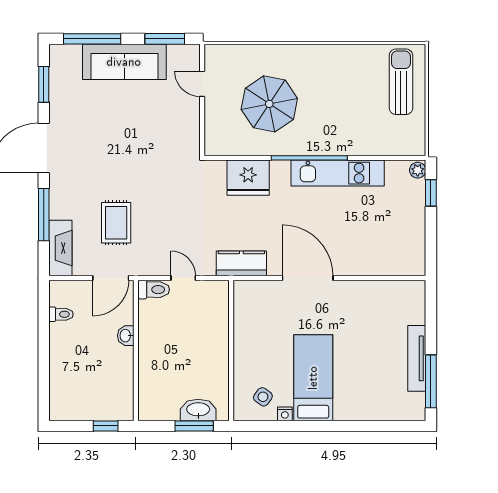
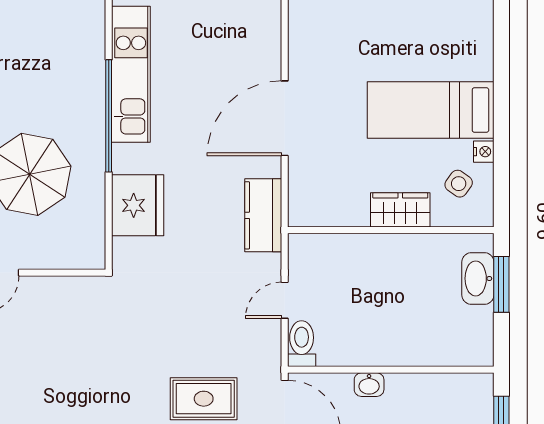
wardrobe: (245, 357) -> (400, 210), added

